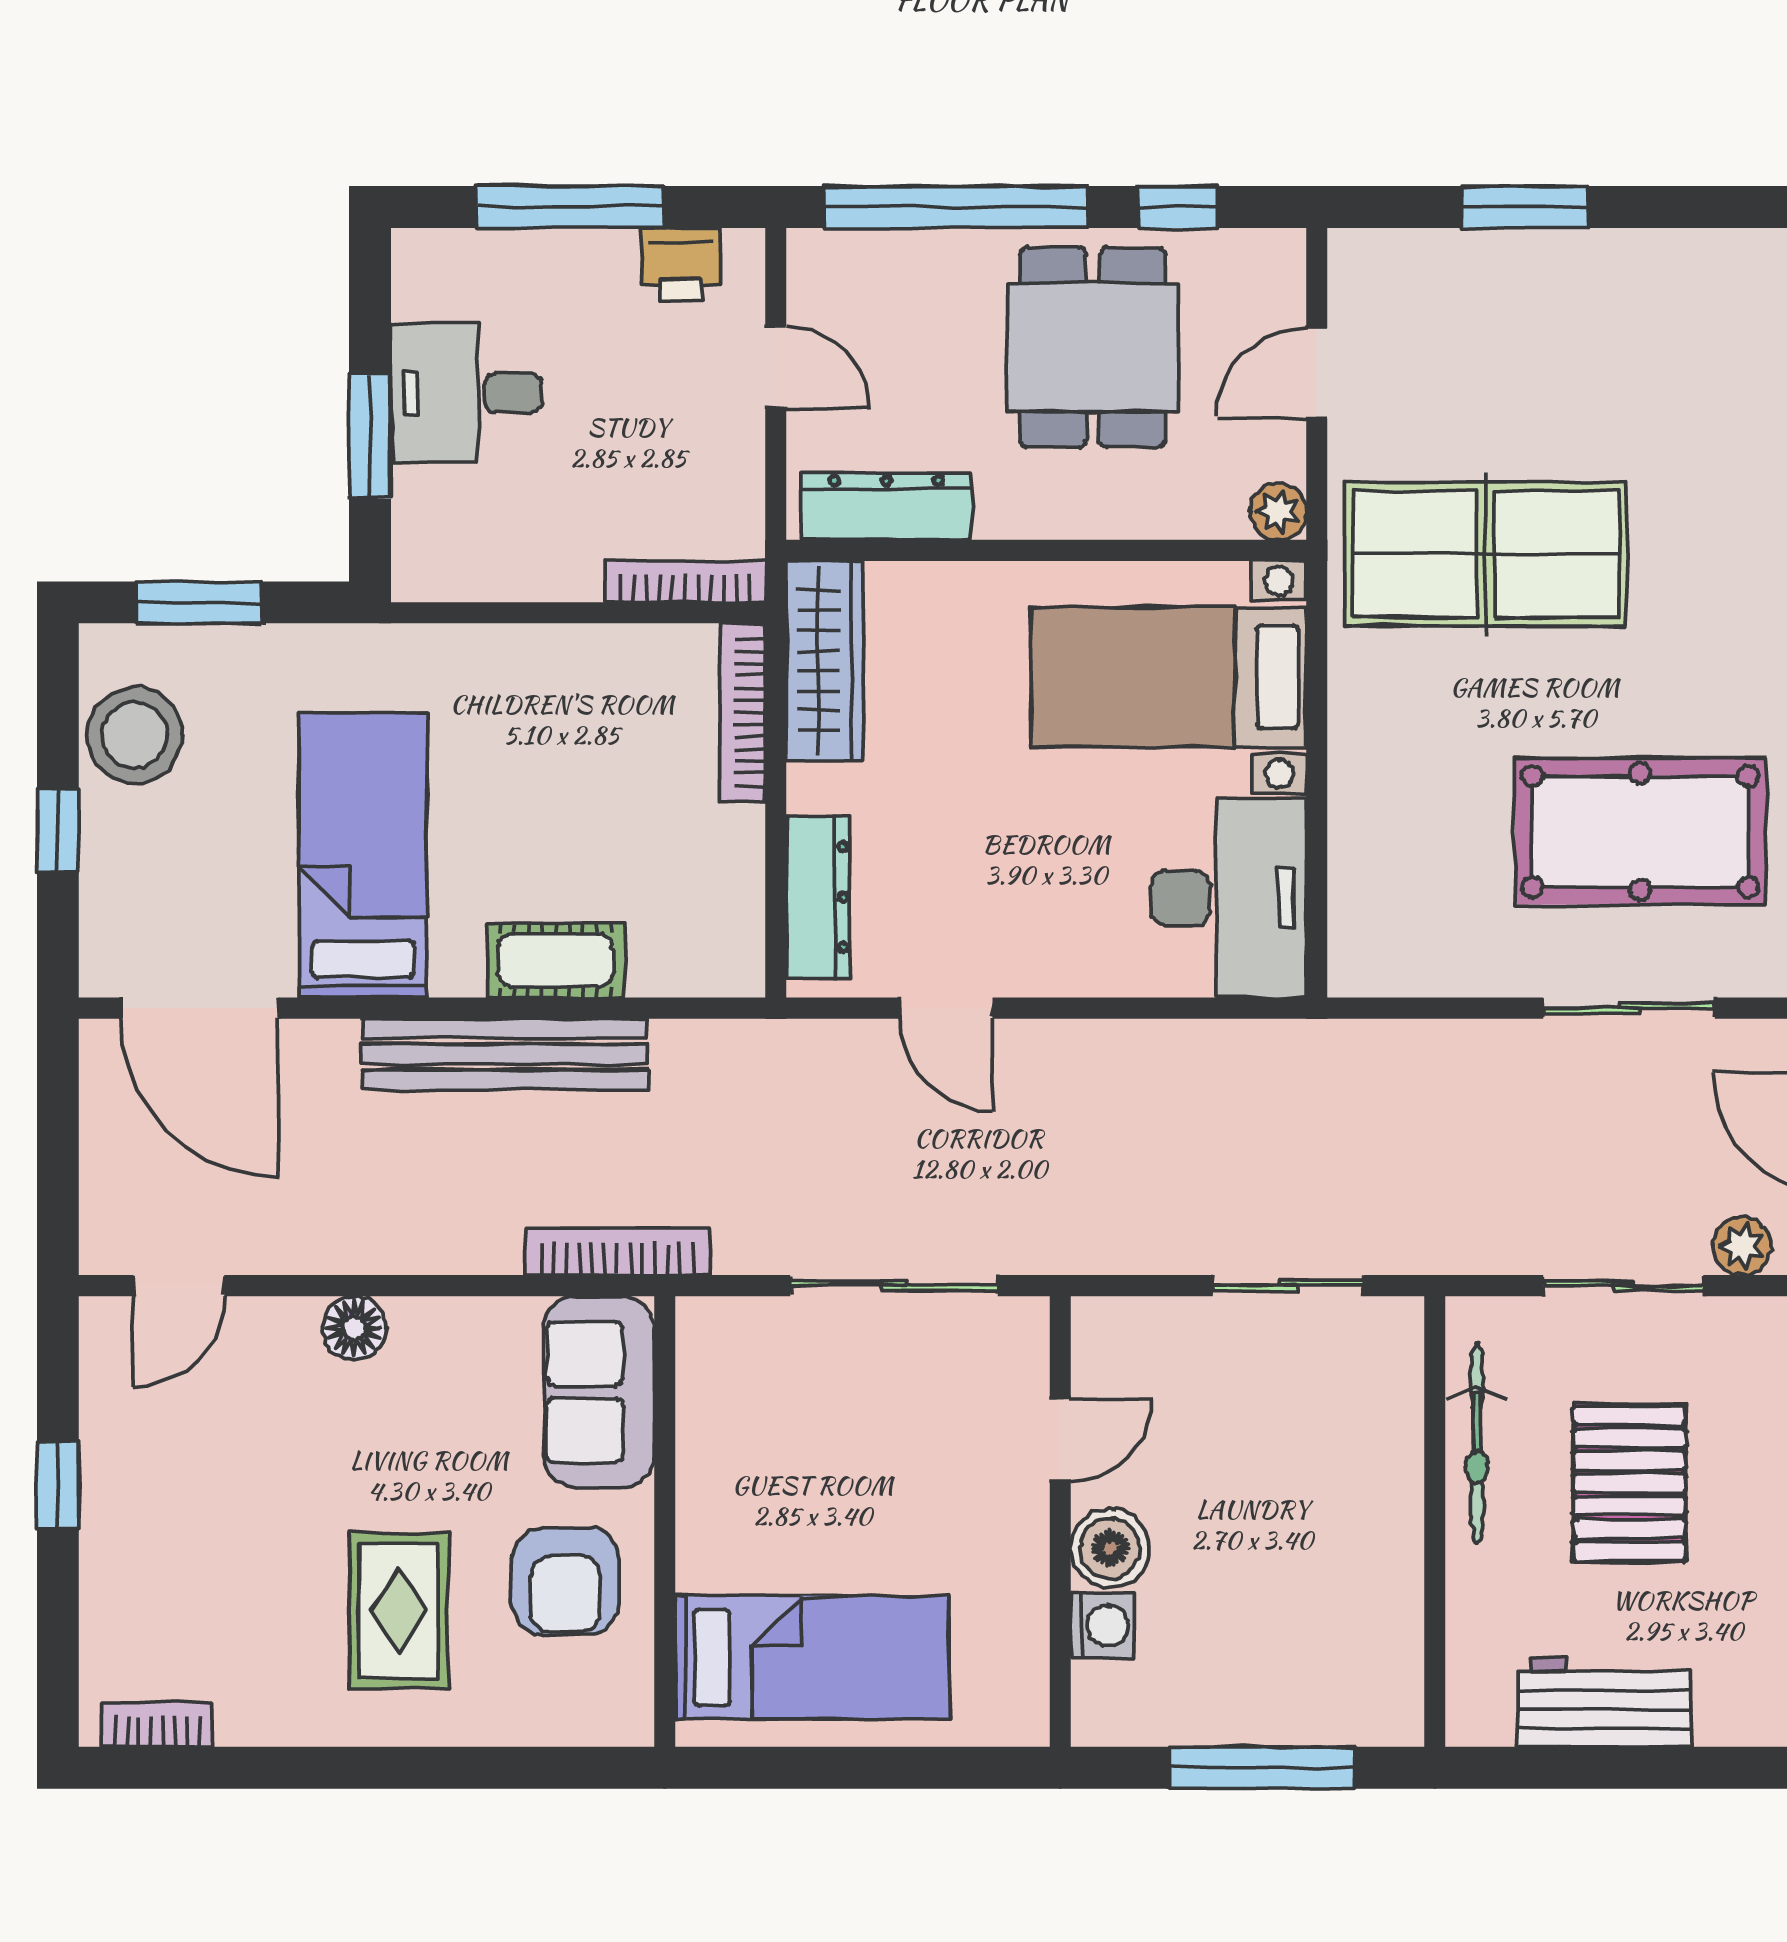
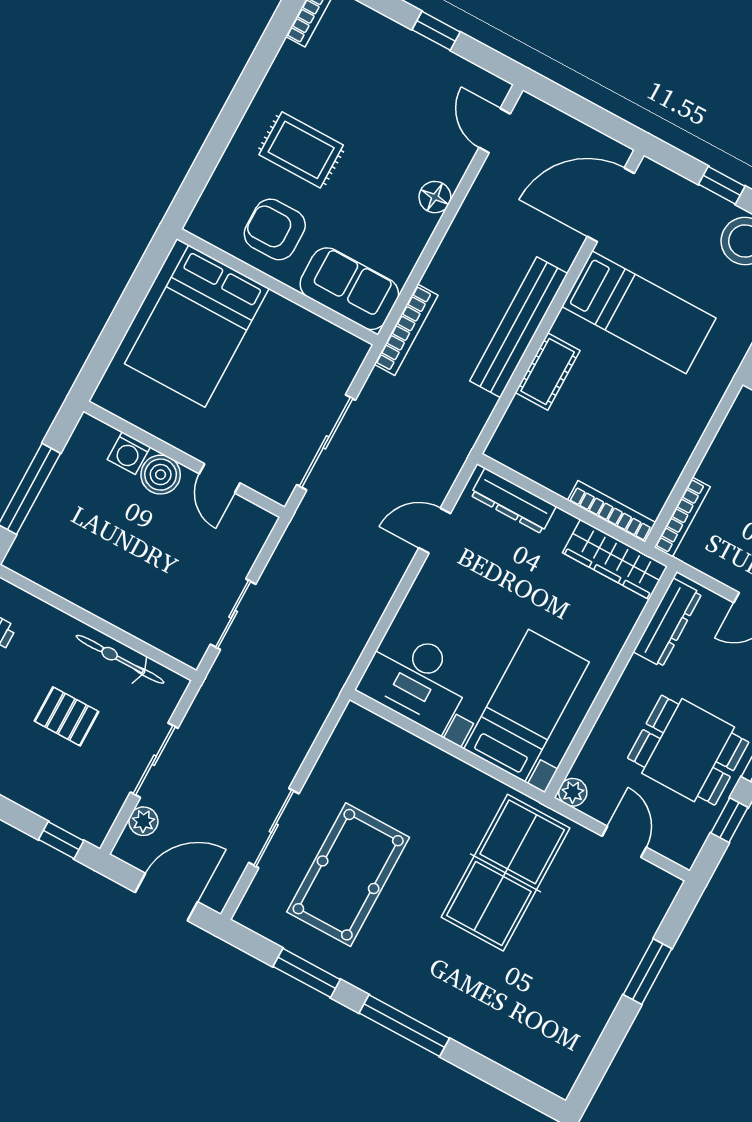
pallet: (1629, 1483) -> (67, 716), width x0.67, depth x0.71
bed: (812, 1657) -> (197, 326), width x1.50

